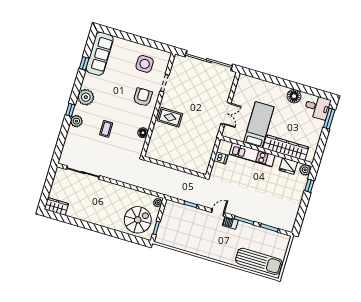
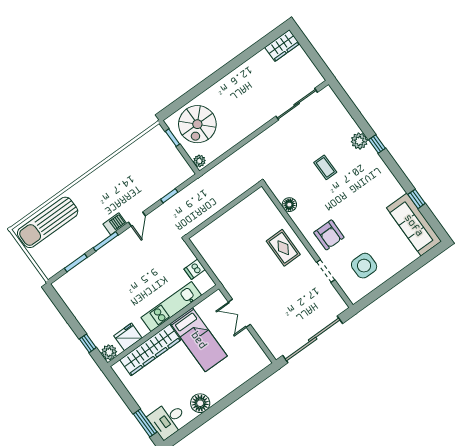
plant: (86, 97) -> (378, 172), removed
rug: (170, 117) -> (283, 248), turned 90

